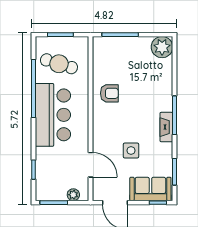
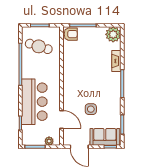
armchair: (109, 93) -> (71, 34), moved
bar counter: (53, 115) -> (34, 102), moved
fireplace: (166, 127) -> (116, 61), moved

